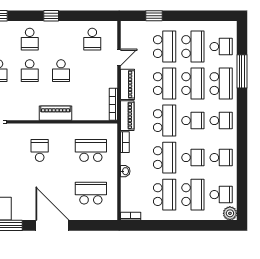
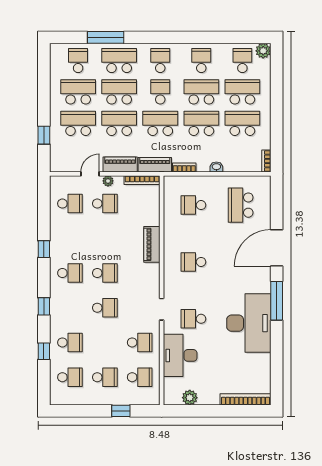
door: (119, 57) -> (90, 174), hinge flipped
school desk: (61, 71) -> (105, 204), moved
plant: (113, 73) -> (108, 181), added
school desk: (91, 150) -> (193, 205), width x0.54
school desk: (193, 158) -> (201, 92), width x1.85

